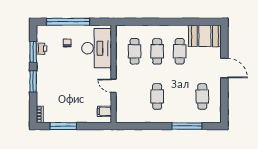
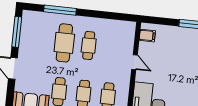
cafe table: (202, 96) -> (64, 43), moved, width x1.37, depth x1.35
window: (224, 102) -> (17, 32), added

